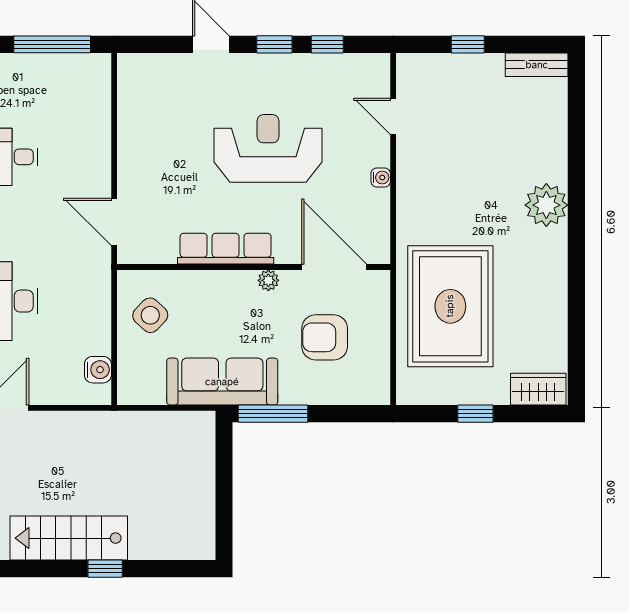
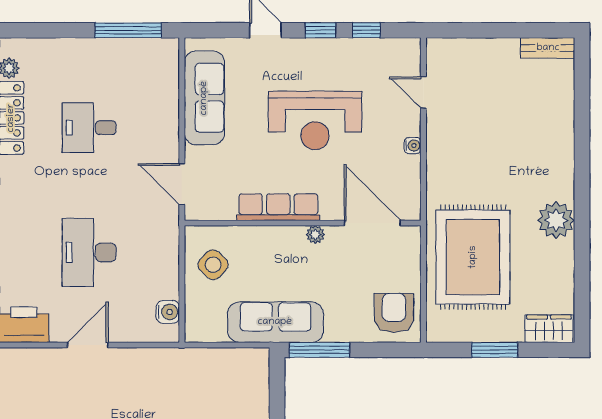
window: (468, 44) -> (488, 30), removed
sofa: (140, 122) -> (204, 98), added
reception desk: (268, 148) -> (315, 120), turned 180
plant: (546, 205) -> (556, 220), moved
armchair: (325, 337) -> (394, 313), moved, turned 90
window: (475, 414) -> (495, 350), width x1.50

